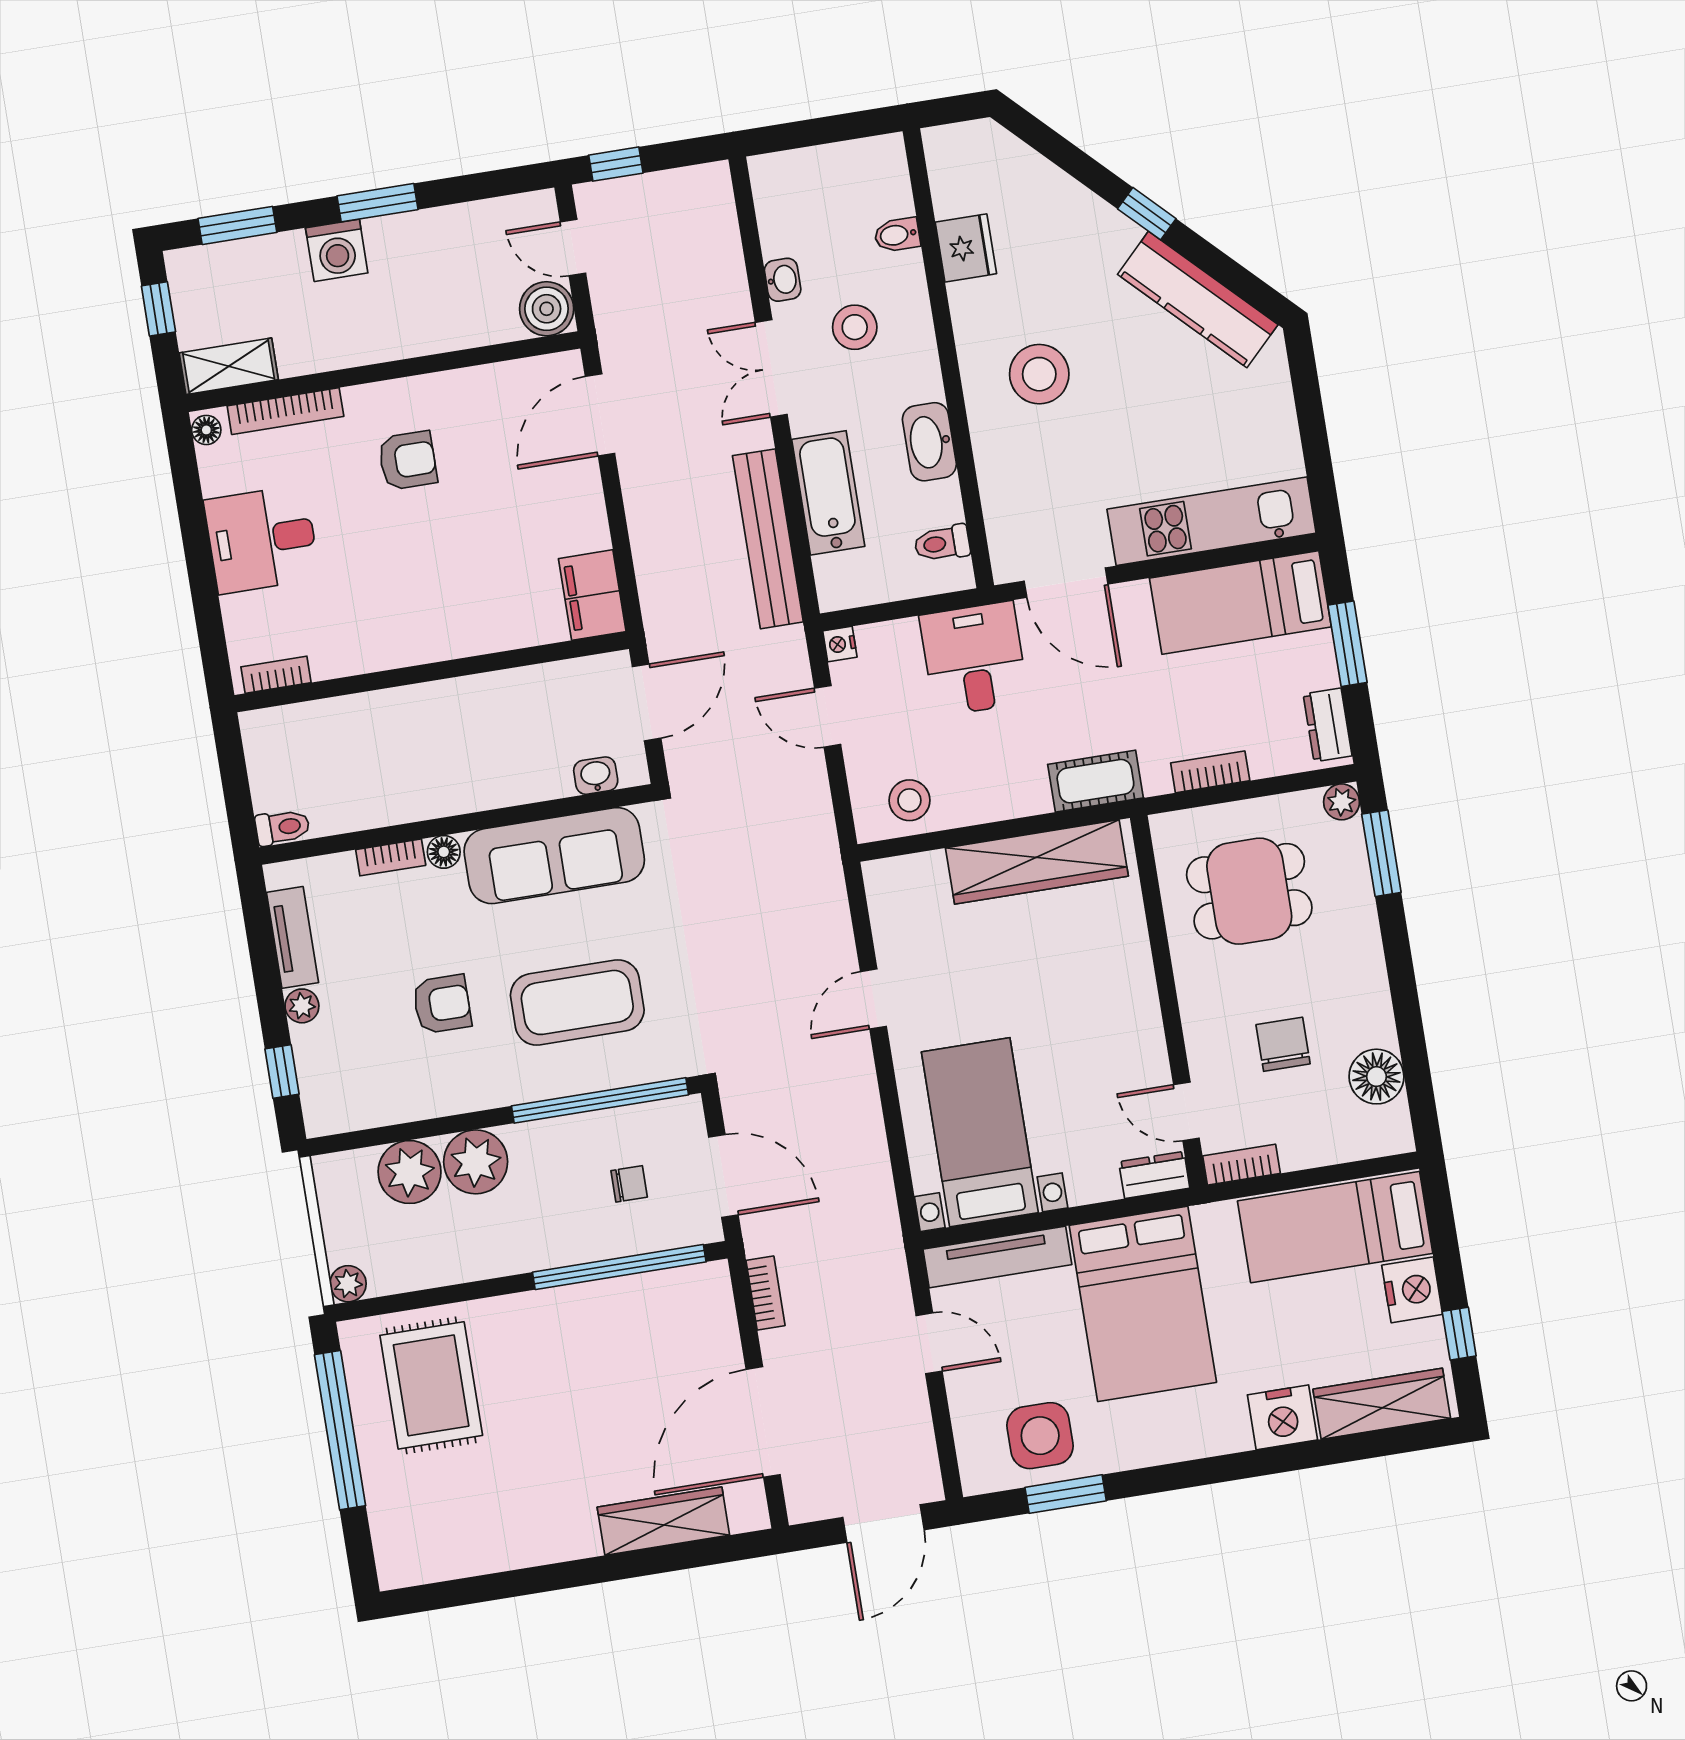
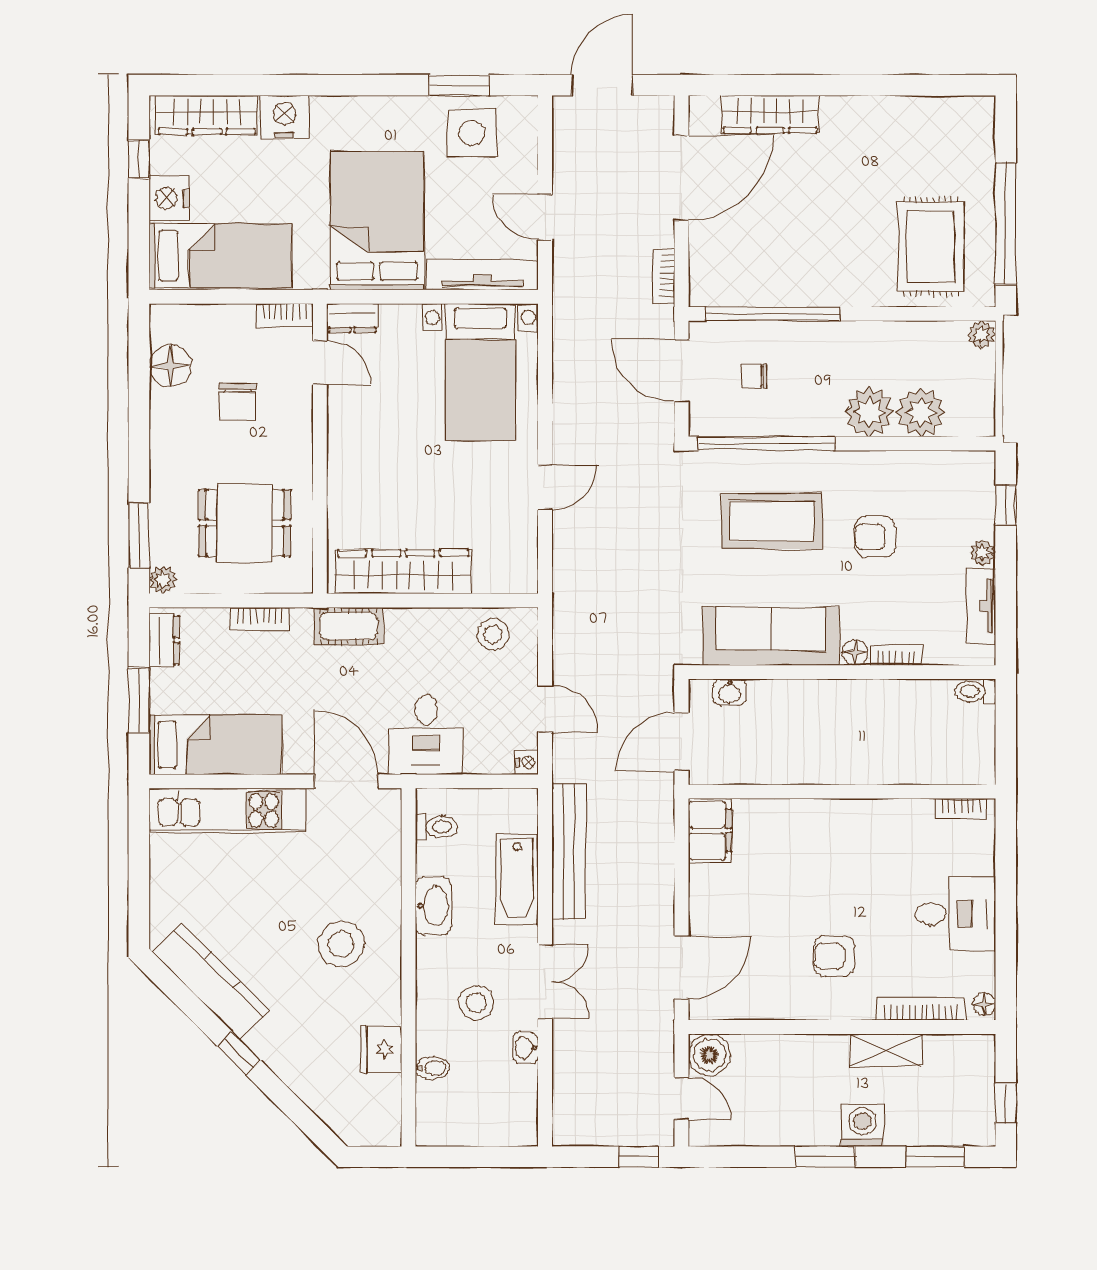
shelving: (229, 366) -> (886, 1050), moved

